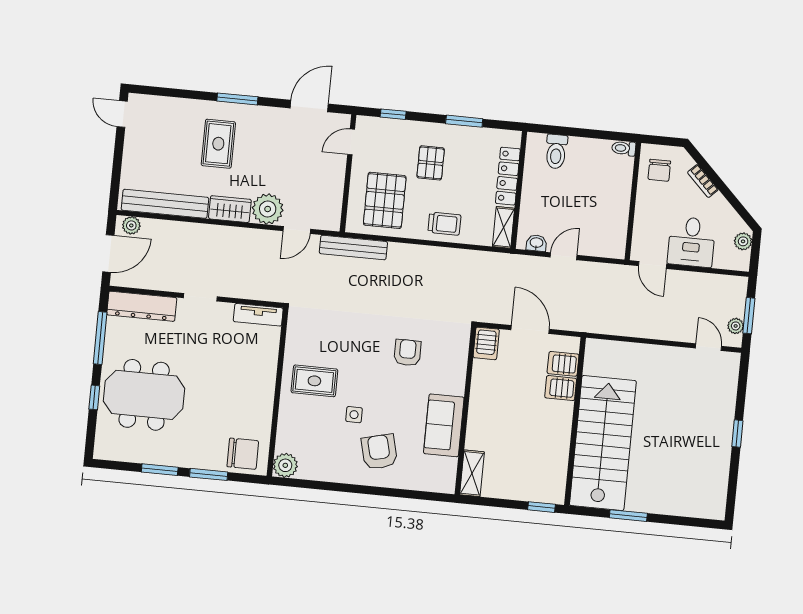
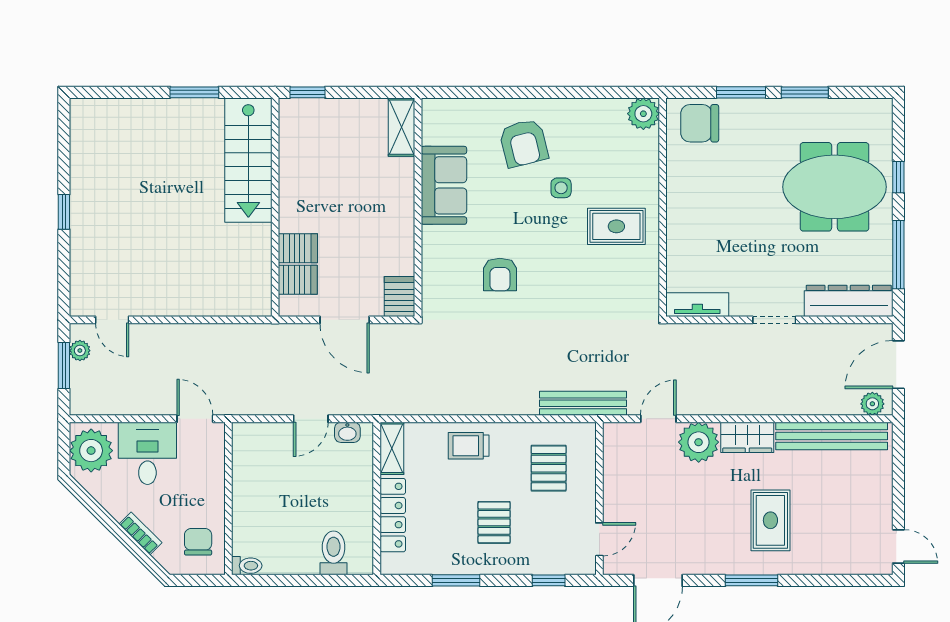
pallet: (385, 200) -> (549, 468), width x0.67, depth x0.71
plant: (743, 241) -> (91, 451), width x1.88, depth x1.88
stairs: (603, 443) -> (248, 160), width x0.73, depth x0.66

